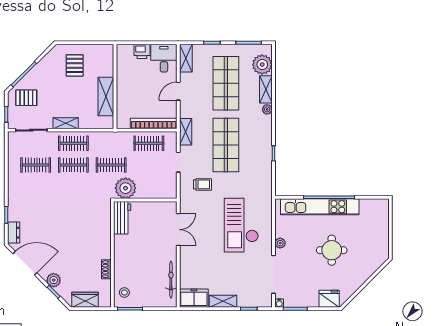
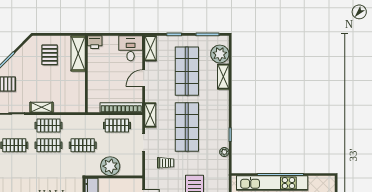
printer: (142, 51) -> (95, 42), moved
shelving: (106, 97) -> (78, 54), moved
plant: (267, 109) -> (224, 152), moved
plant: (125, 188) -> (110, 166), moved

